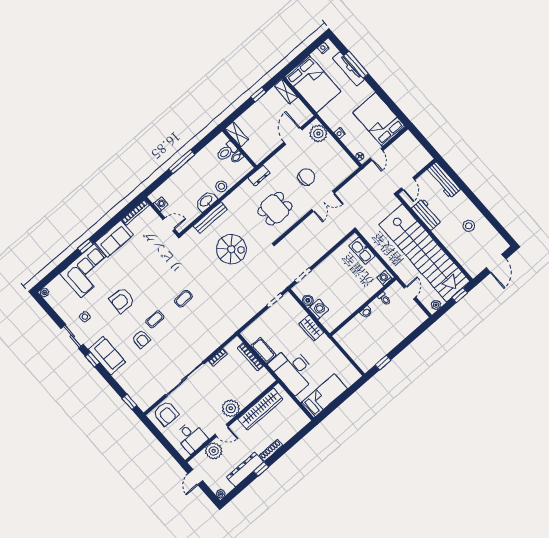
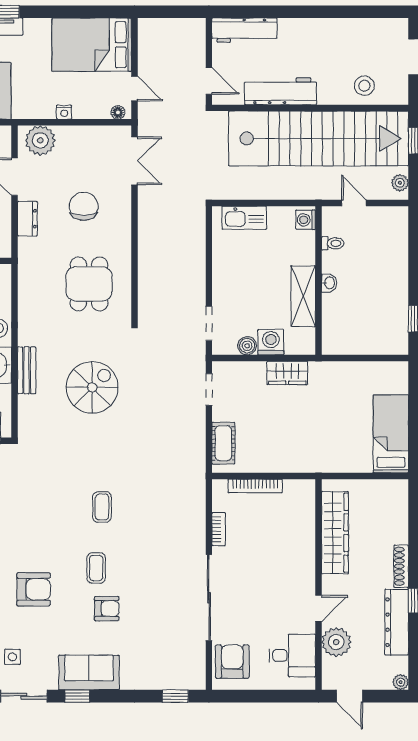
dresser: (259, 176) -> (27, 219), moved
double door: (323, 201) -> (134, 161), moved
workbench: (427, 214) -> (281, 91), width x1.38
bench: (210, 218) -> (27, 370), width x0.73
stool: (469, 226) -> (364, 86), moved
armchair: (122, 300) -> (33, 589), turned -93
shelving: (350, 306) -> (303, 296), added
cot: (263, 350) -> (223, 443), moved, turned 90
desk: (293, 370) -> (321, 445), removed
plant: (231, 408) -> (300, 571), removed
armchair: (166, 413) -> (232, 662), turned -90

